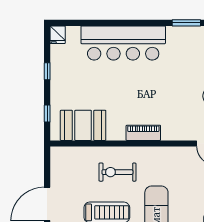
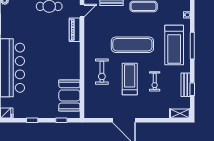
piano: (143, 133) -> (75, 30), moved

